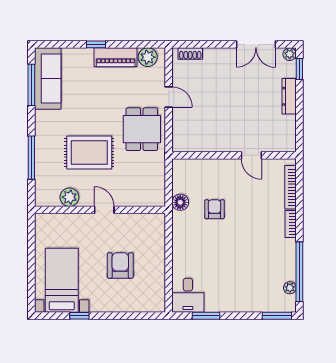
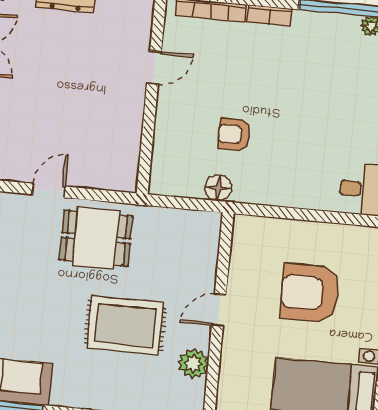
rug: (89, 153) -> (125, 325), turned 90
armchair: (120, 266) -> (310, 293), width x1.36, depth x1.36

